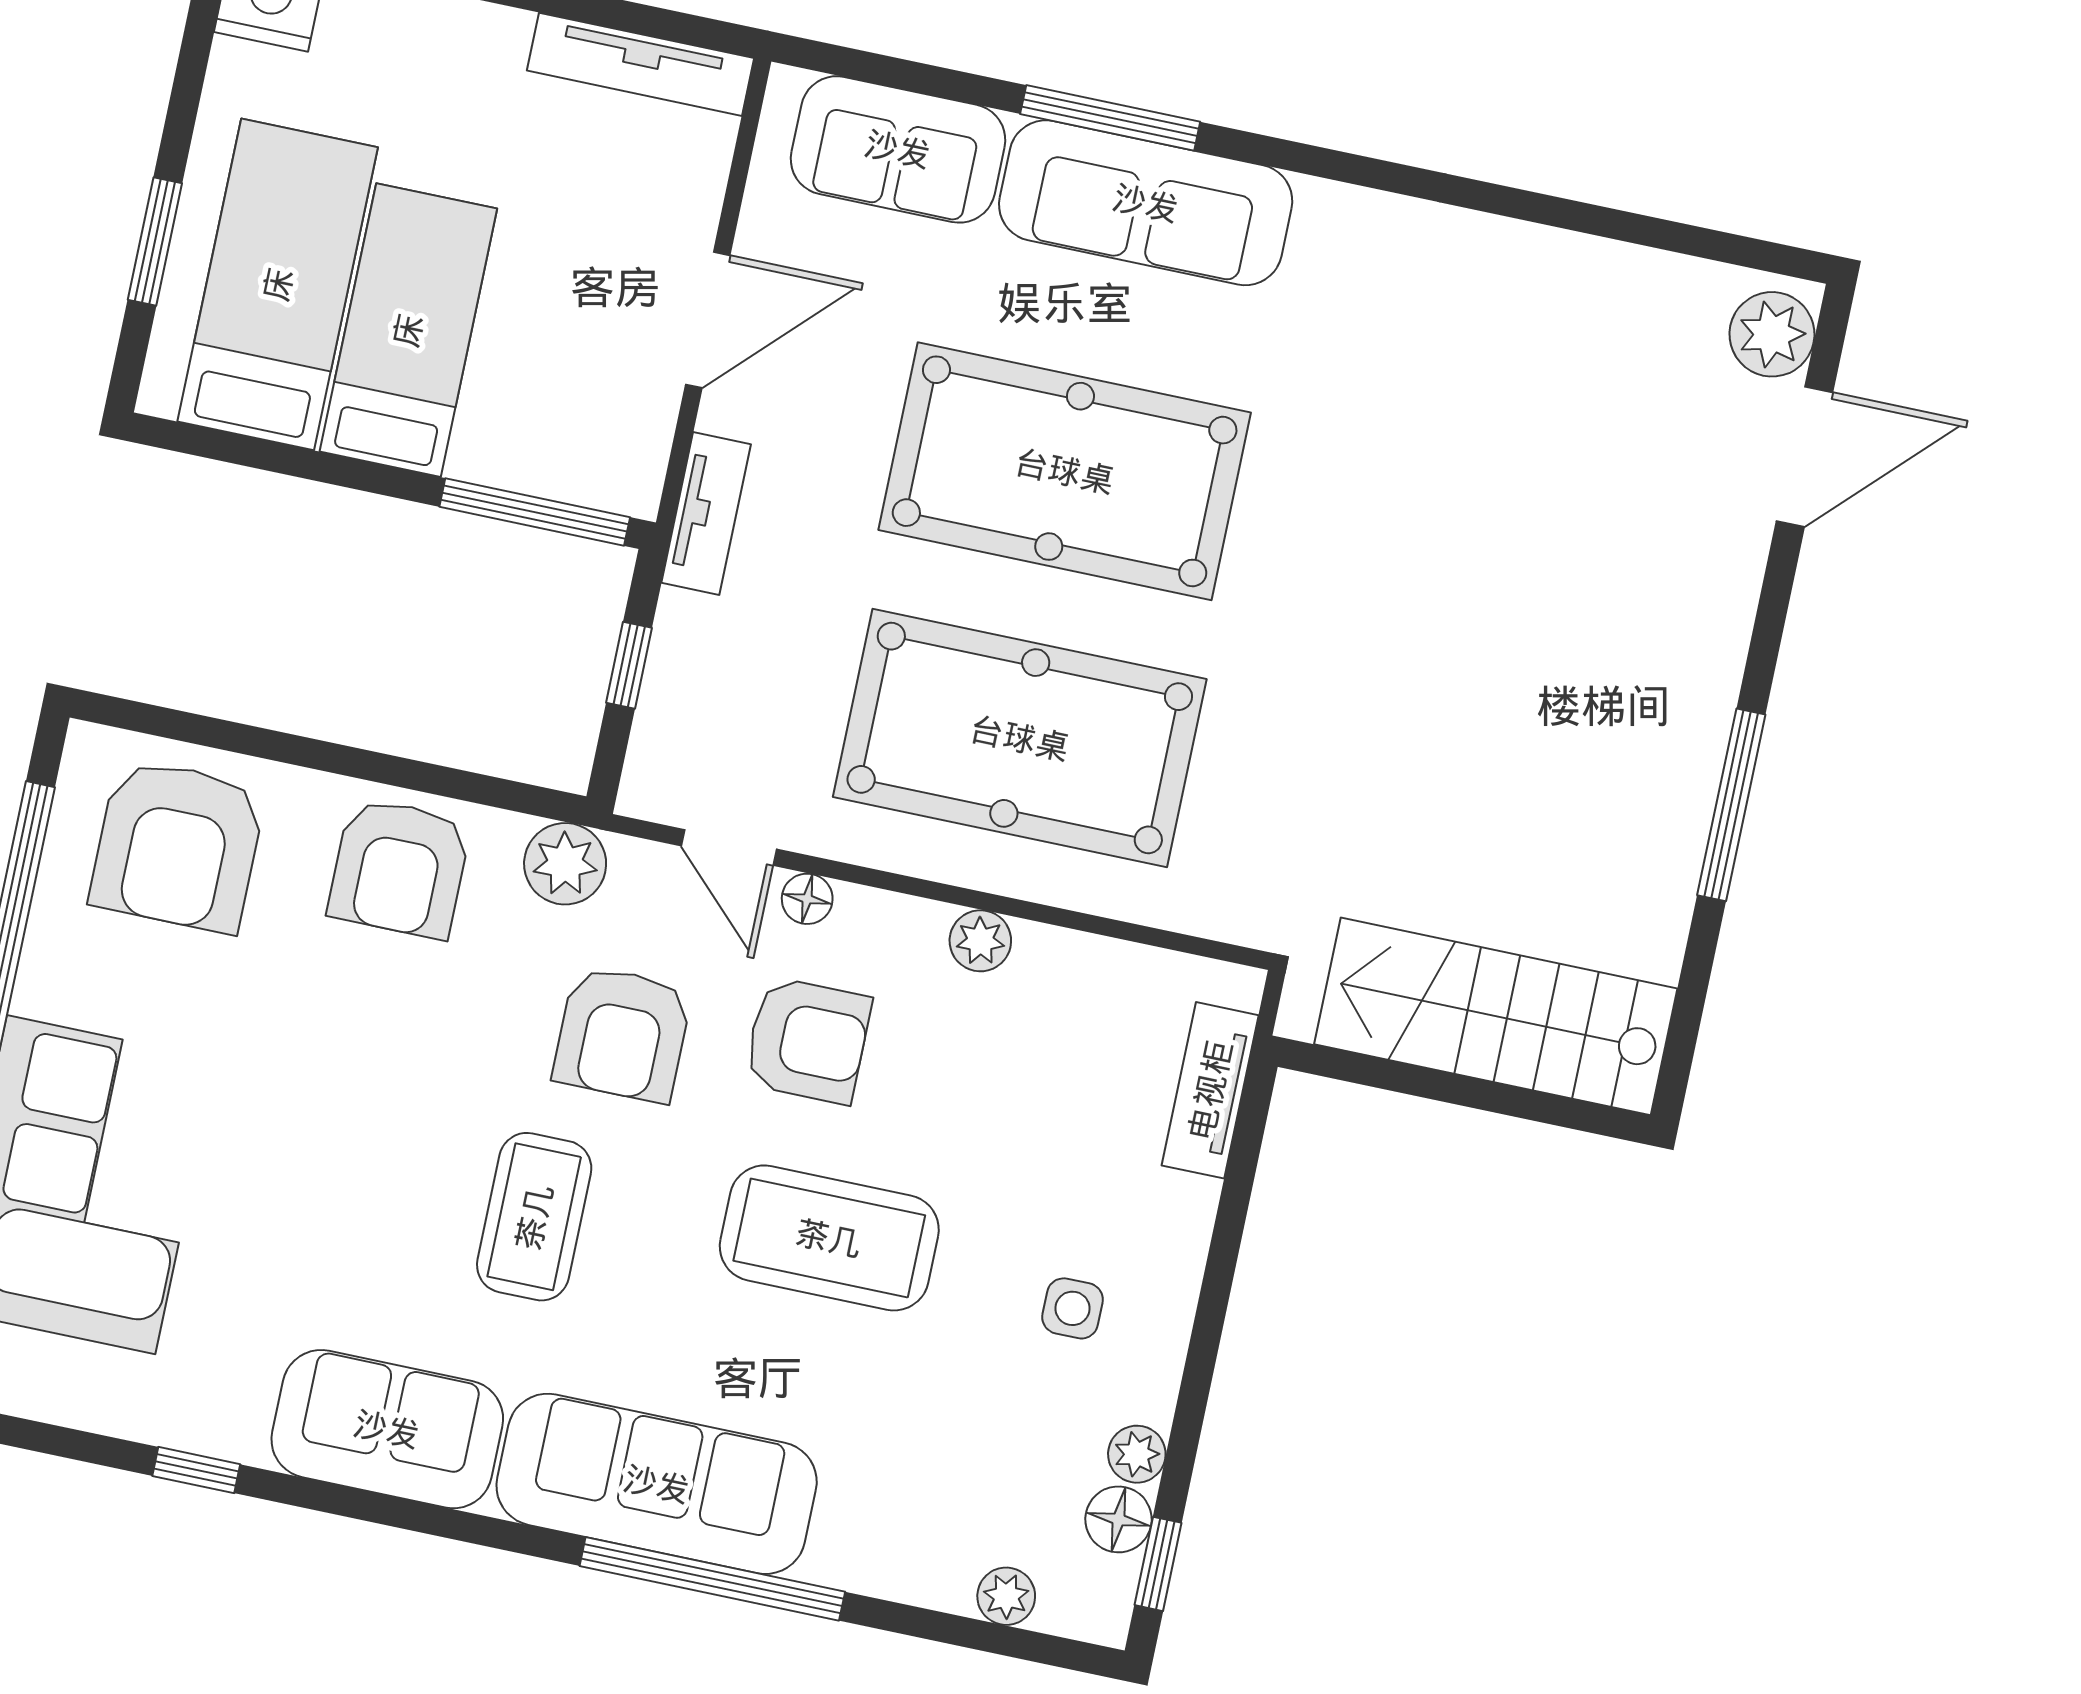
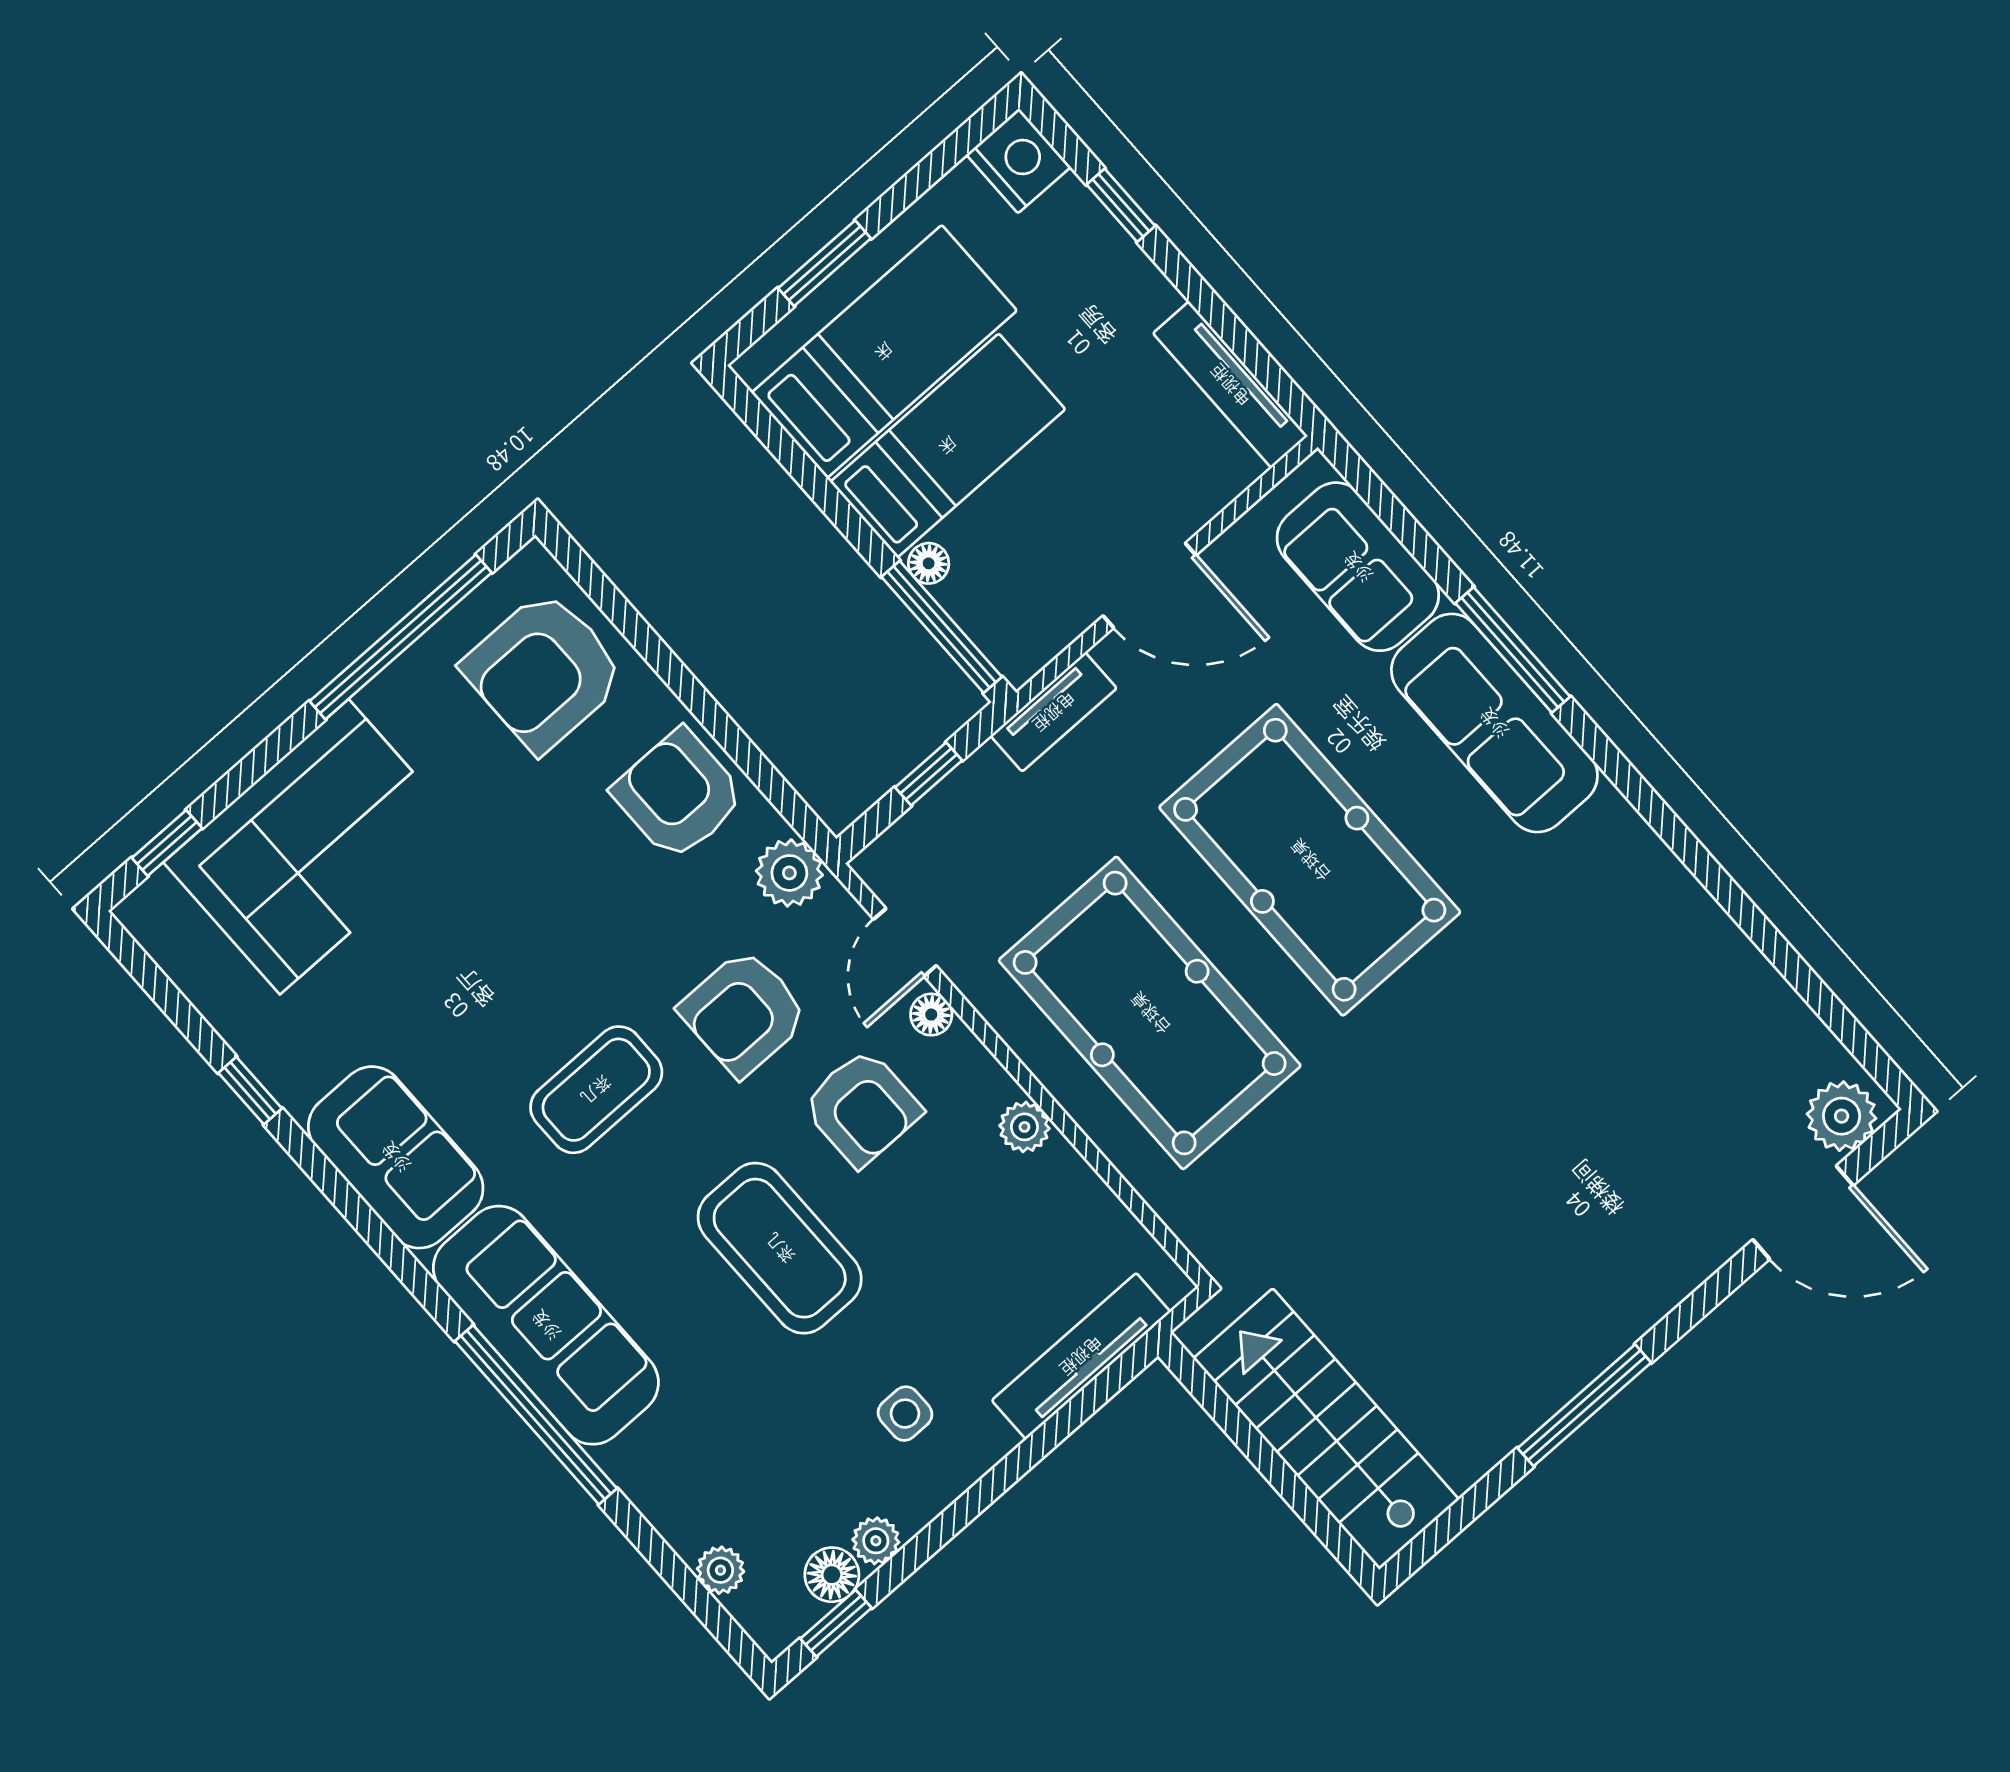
floor lamp: (476, 459) -> (929, 563), added
armchair: (399, 868) -> (678, 795), turned 90
tv unit: (1210, 1090) -> (1081, 1356), width x1.41

